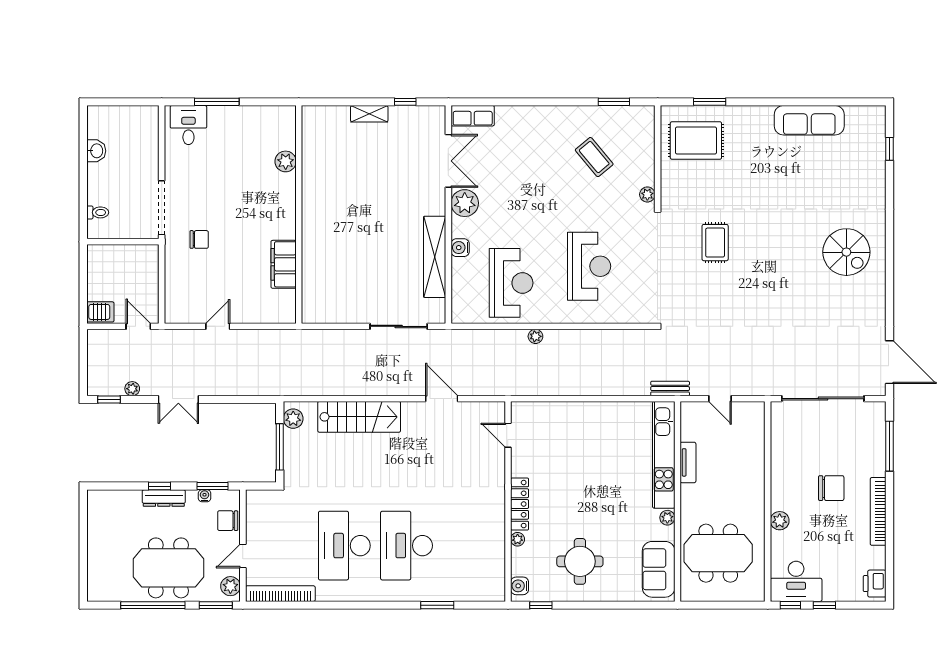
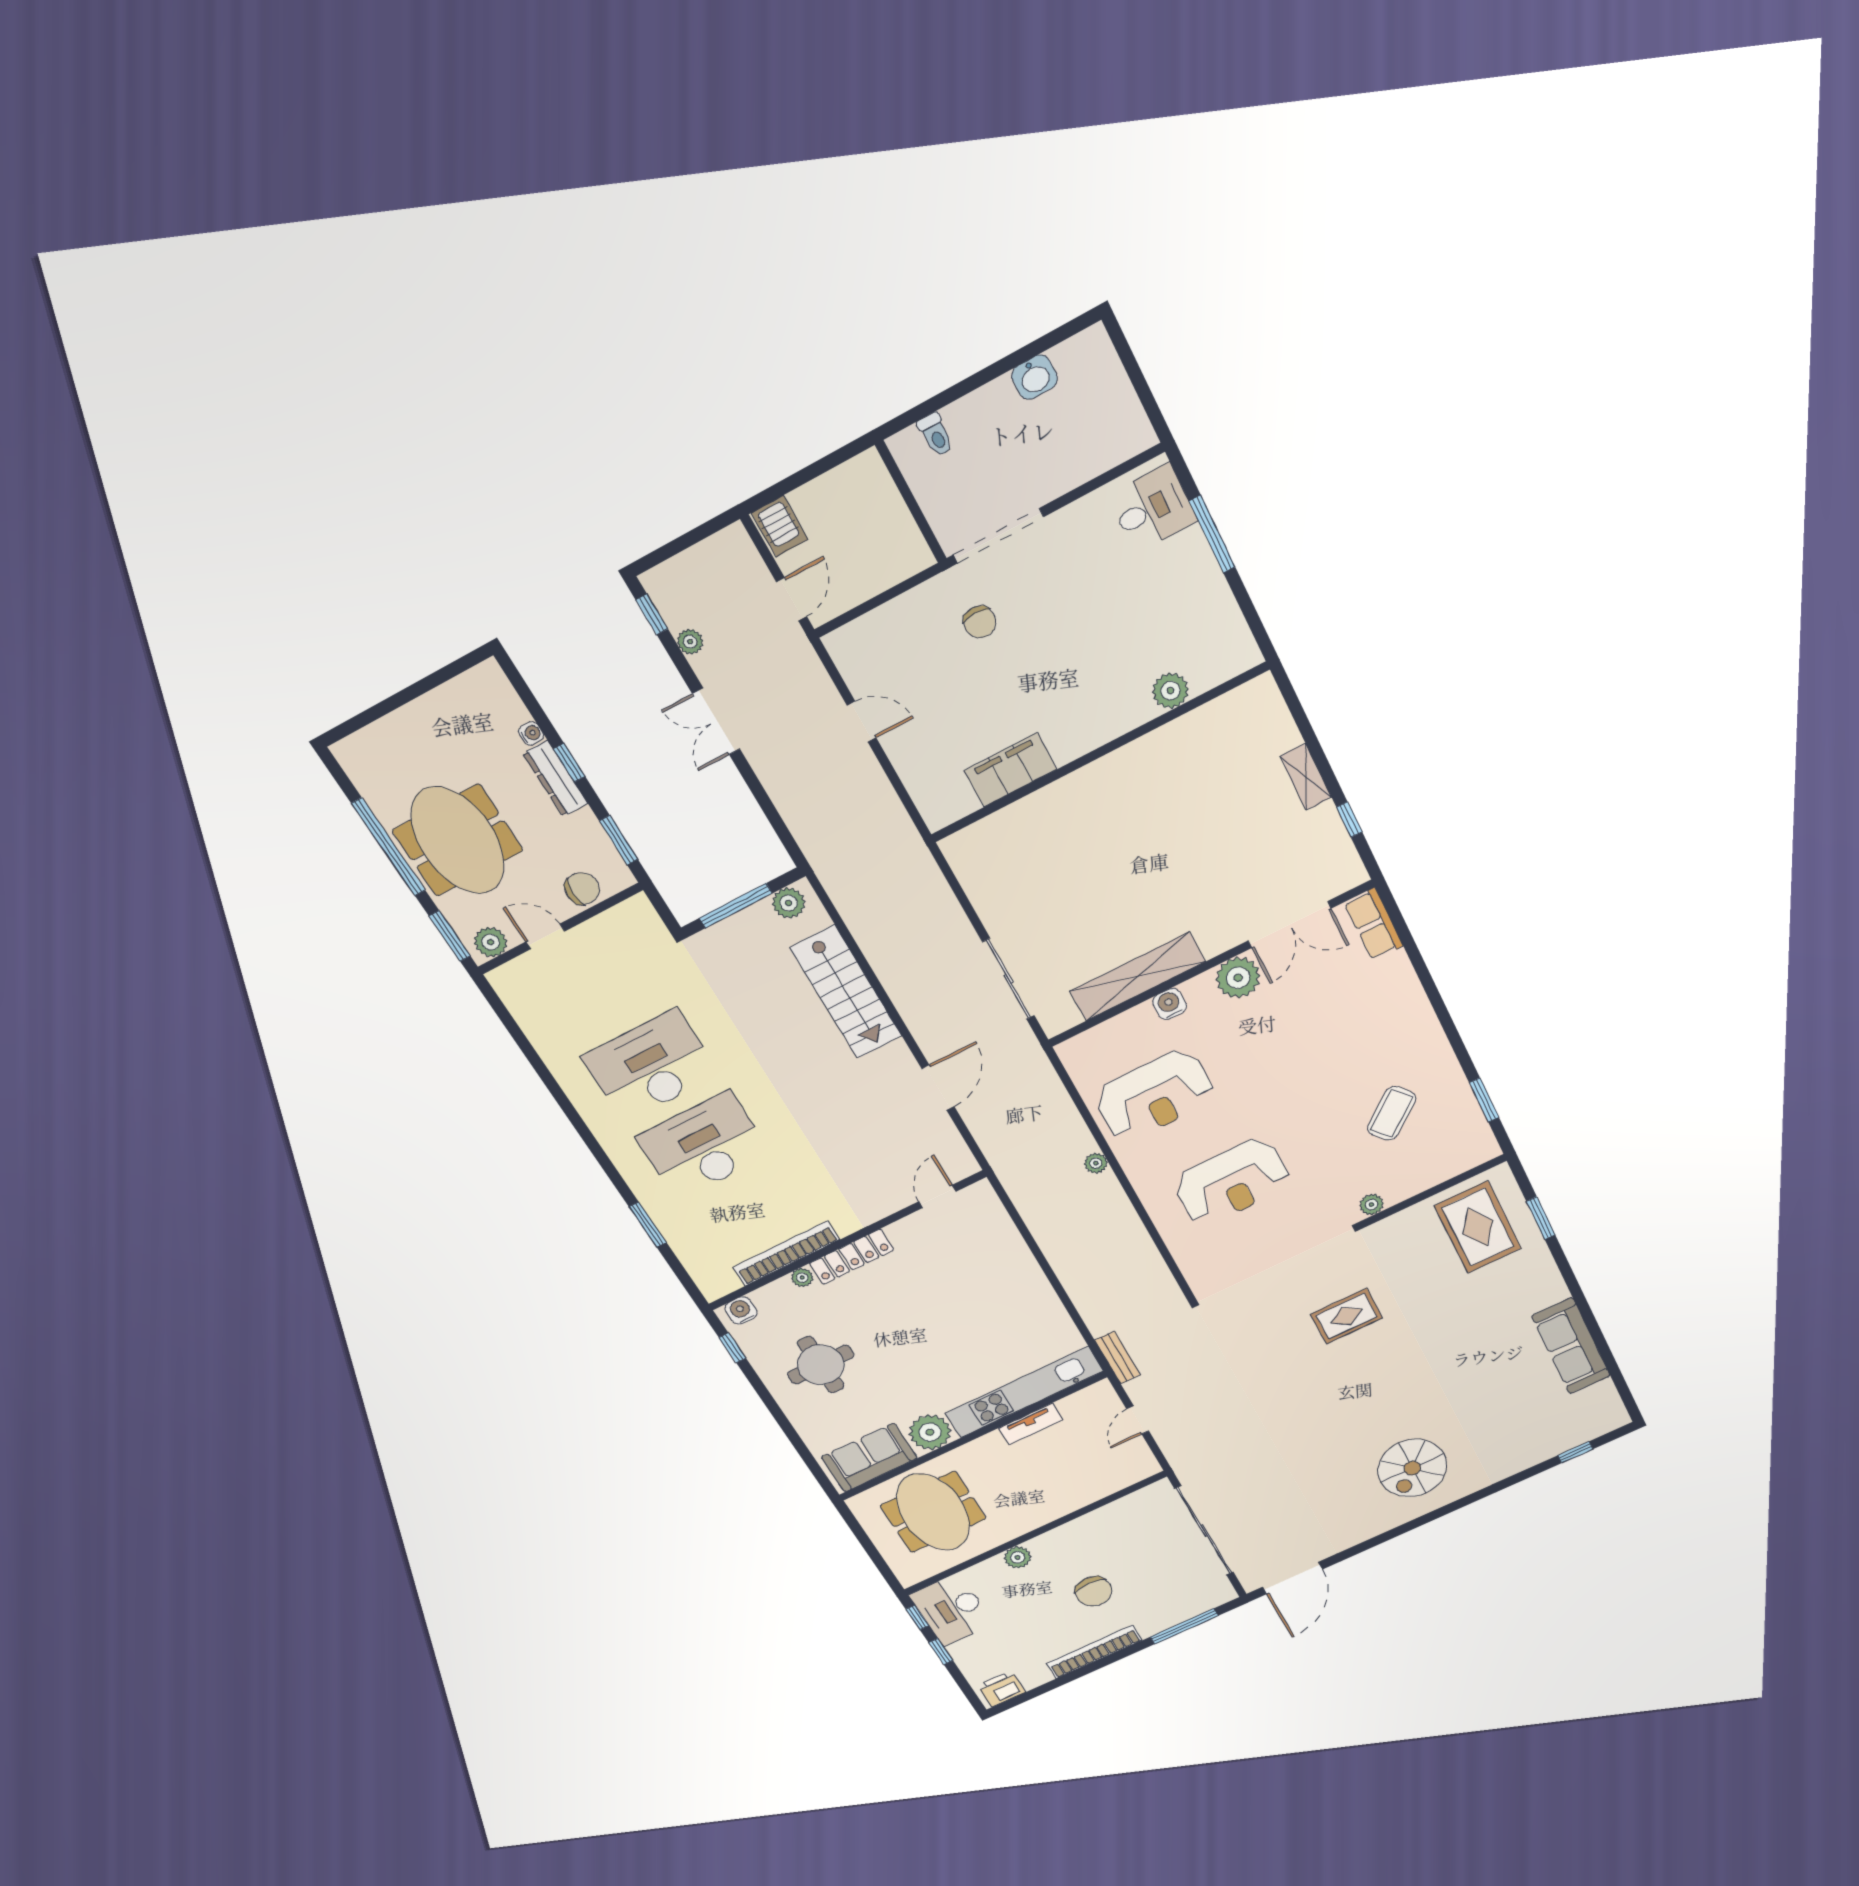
water cooler: (205, 496) -> (531, 733), moved
plant: (667, 518) -> (930, 1432), width x1.87, depth x1.87
chair: (228, 521) -> (582, 889), turned 90
bookcase: (280, 594) -> (786, 1253), moved, turned -90

